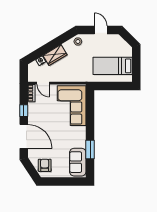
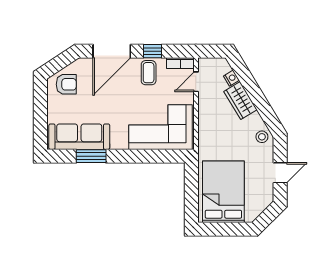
bed: (113, 66) -> (223, 192), width x1.50
coffee table: (37, 113) -> (149, 73), added
sofa: (78, 162) -> (79, 137), width x1.36

